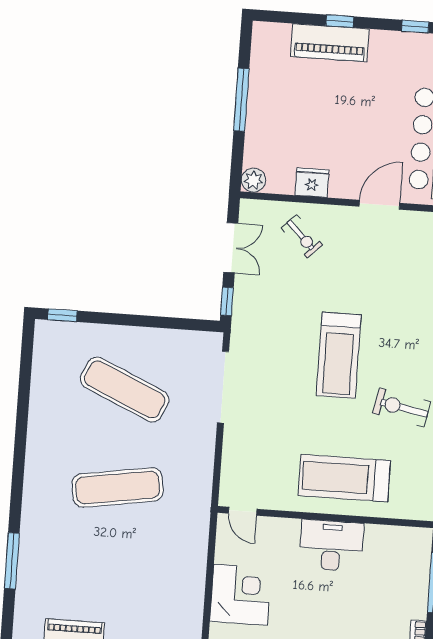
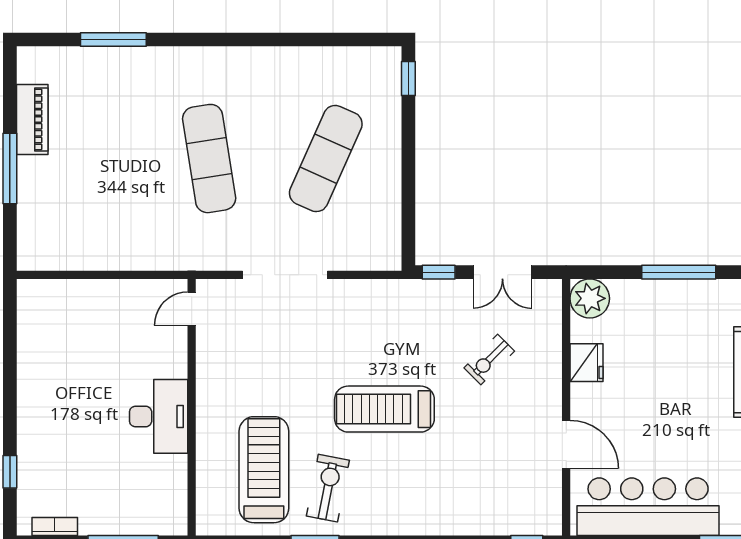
plant: (253, 180) -> (590, 298), width x1.36, depth x1.36
exercise bike: (302, 236) -> (489, 359), moved
doorway: (223, 387) -> (285, 275), moved
treadmill: (344, 478) -> (264, 470), moved
corner desk: (240, 595) -> (93, 313), removed

